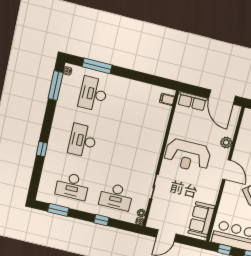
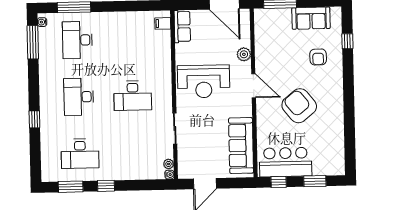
row of seats: (192, 101) -> (182, 26), moved, turned -90
desk: (116, 197) -> (133, 96), moved
window: (101, 220) -> (106, 186), moved
sofa: (201, 220) -> (241, 146), width x1.36

